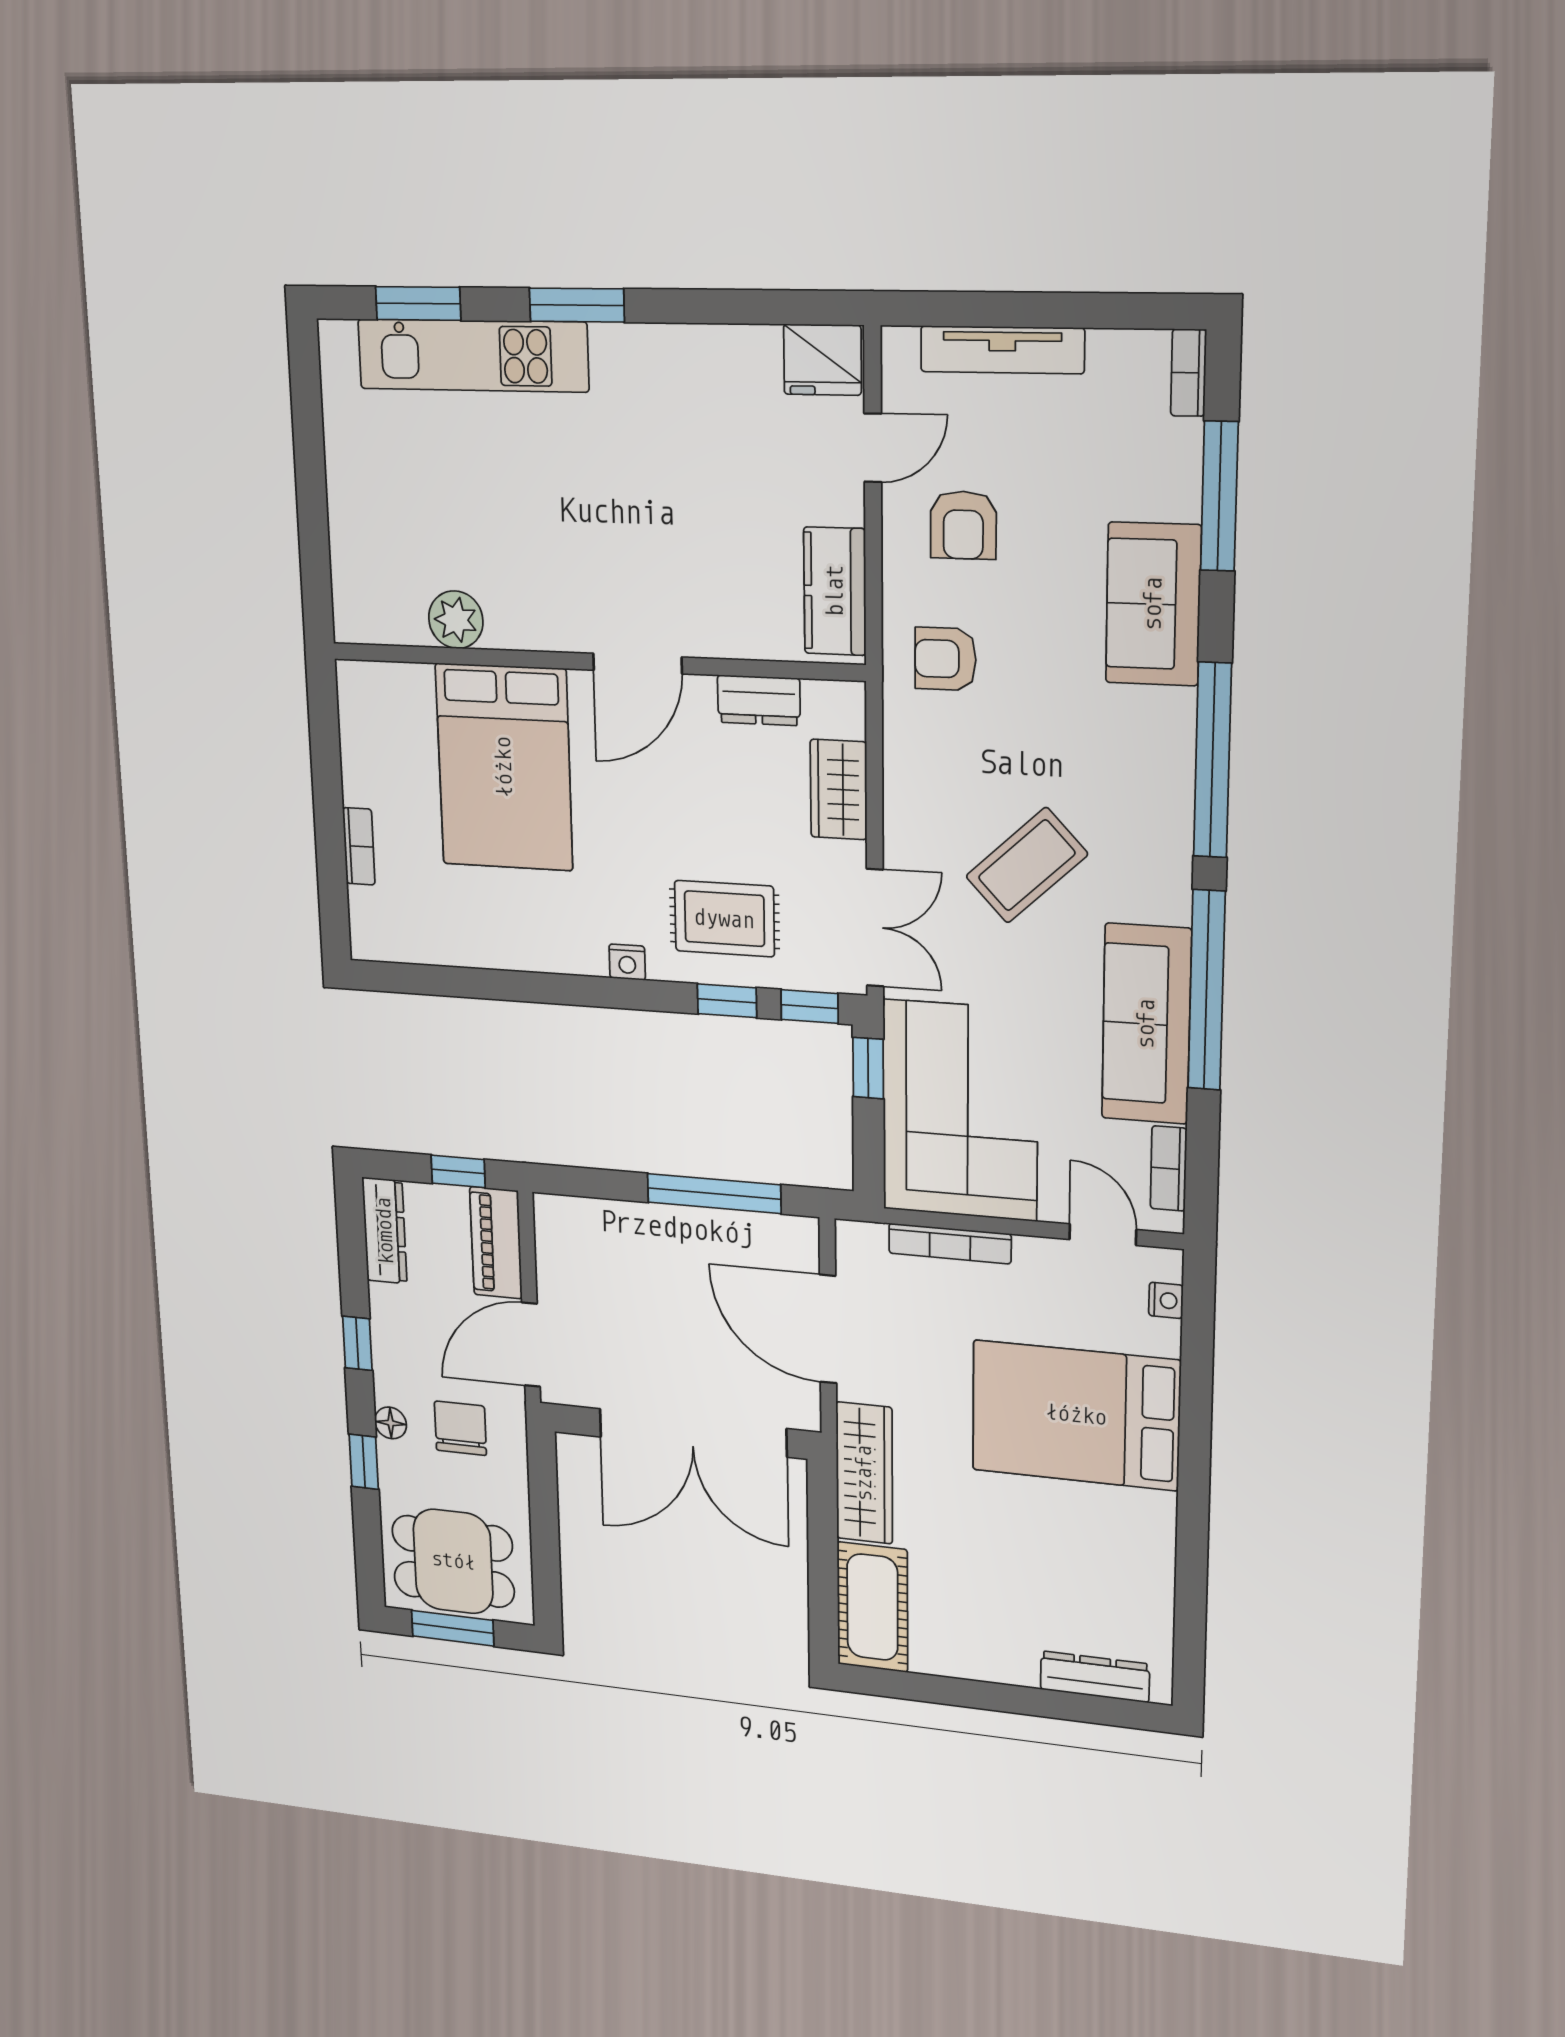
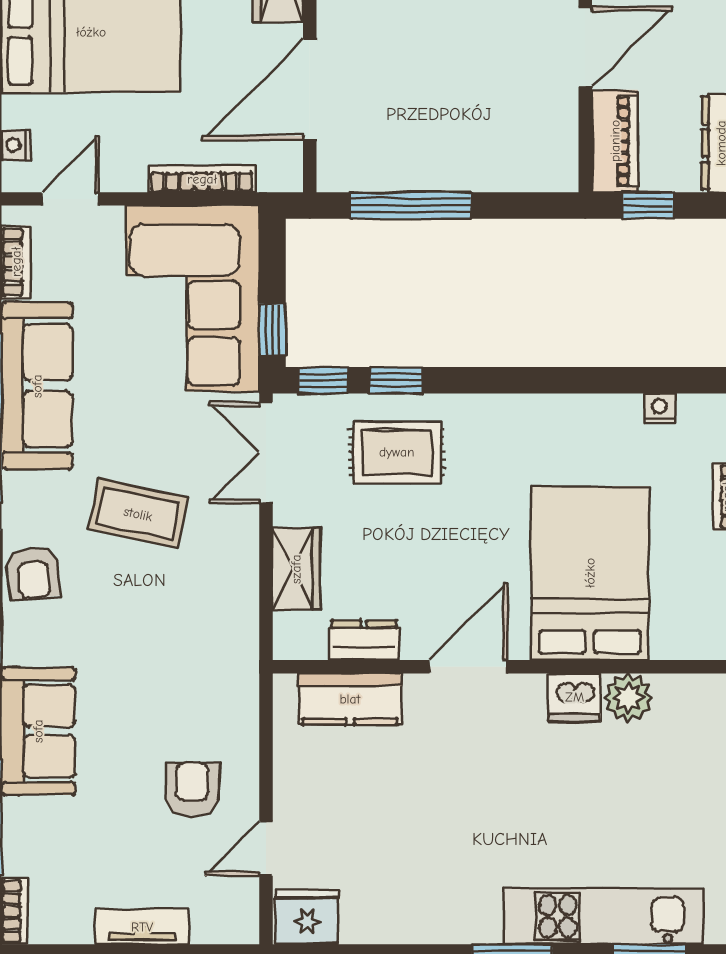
tv unit: (1002, 350) -> (142, 927), width x0.71
kitchen counter: (835, 591) -> (350, 699), moved, turned 90
dishwasher: (516, 622) -> (575, 697), added
armchair: (945, 659) -> (33, 573), moved, turned 84
coffee table: (1027, 865) -> (138, 514), turned 55
nightstand: (627, 962) -> (659, 409), moved
door: (1103, 1235) -> (70, 199), swing flipped
door: (828, 1329) -> (310, 90), swing flipped

